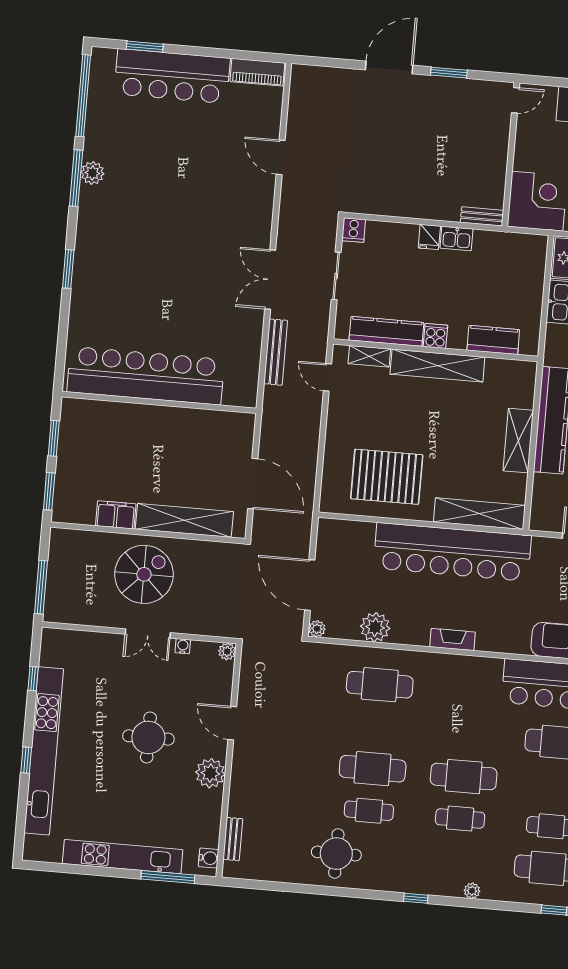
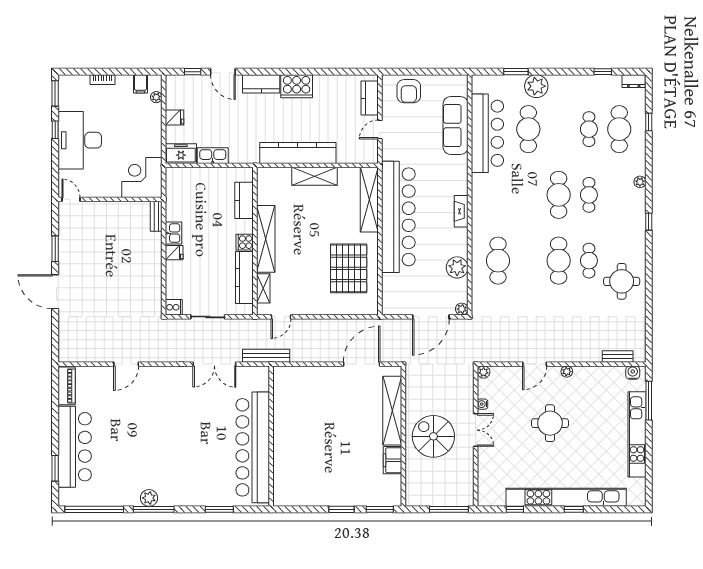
bar counter: (146, 376) -> (253, 447), moved
wall: (159, 402) -> (271, 436), moved
plant: (210, 773) -> (567, 372), width x0.53, depth x0.53

